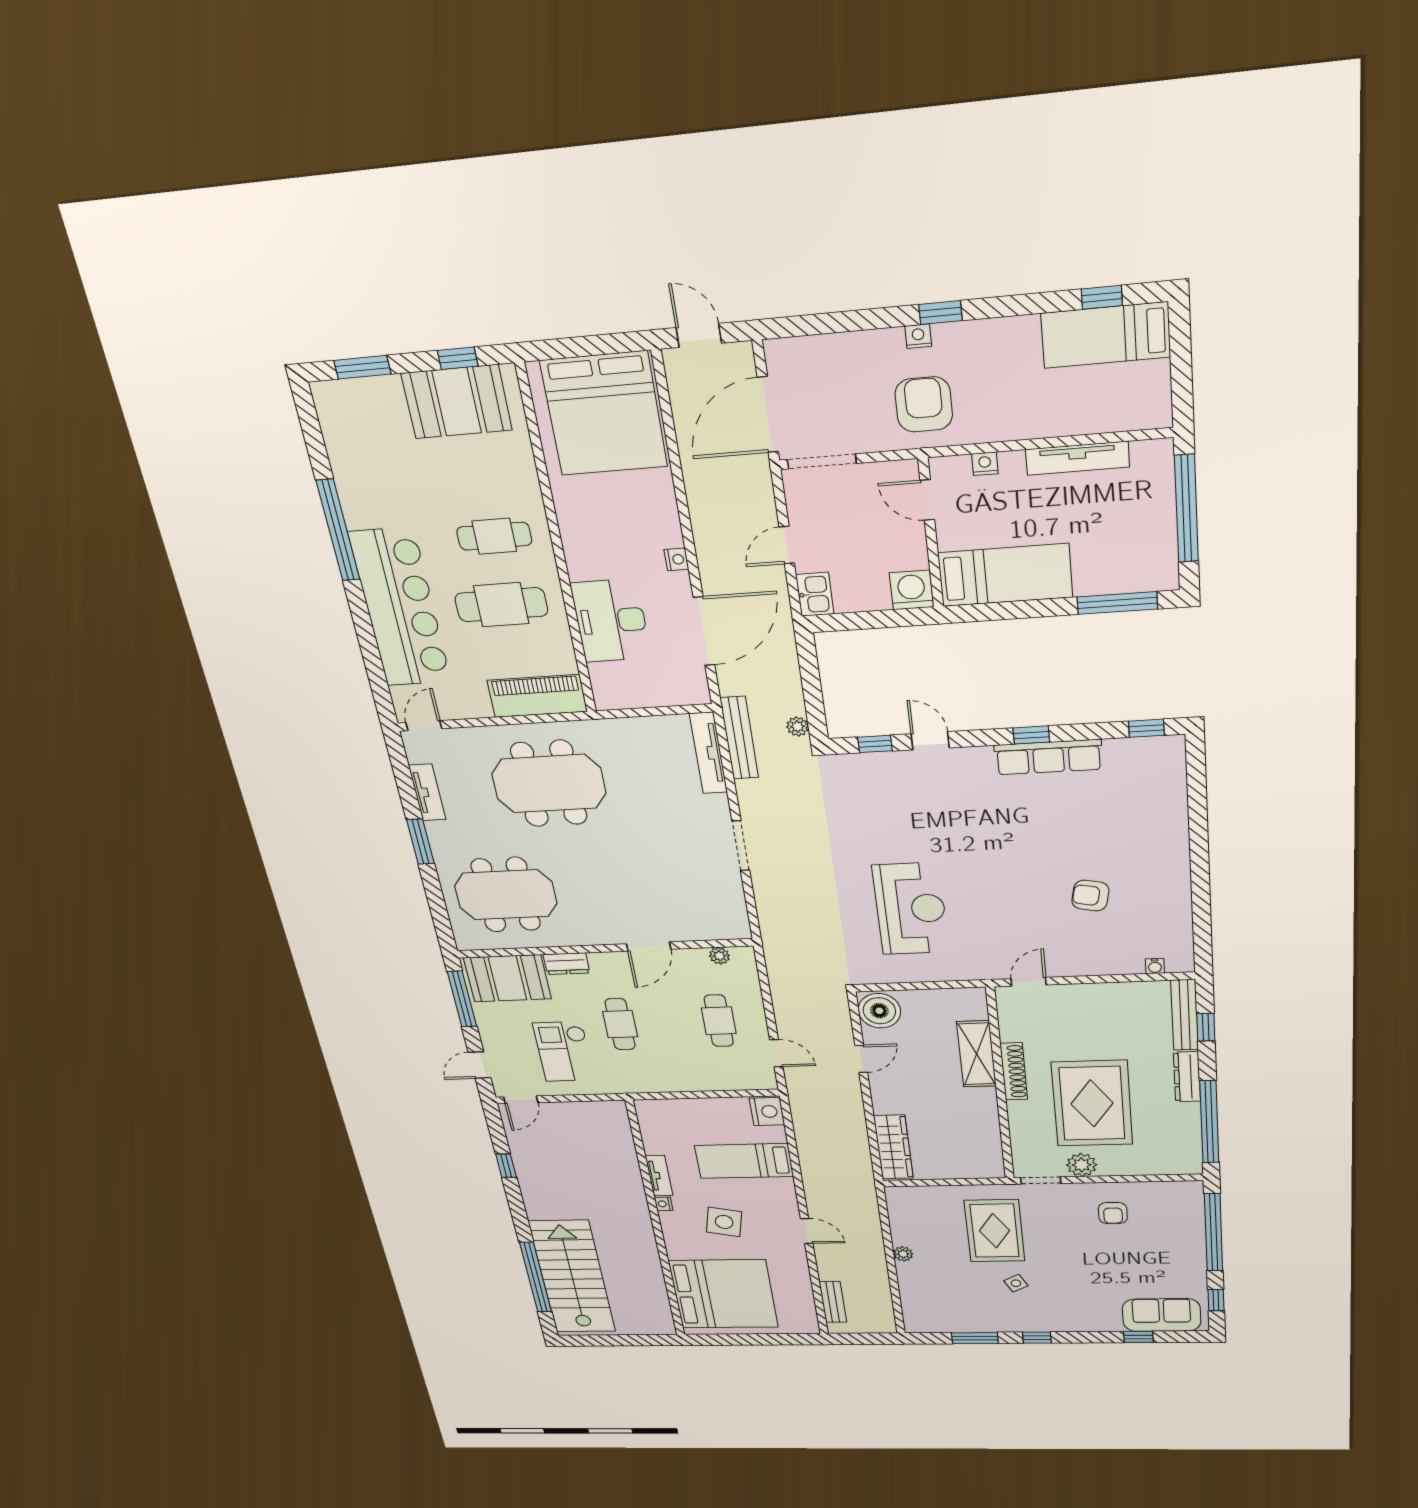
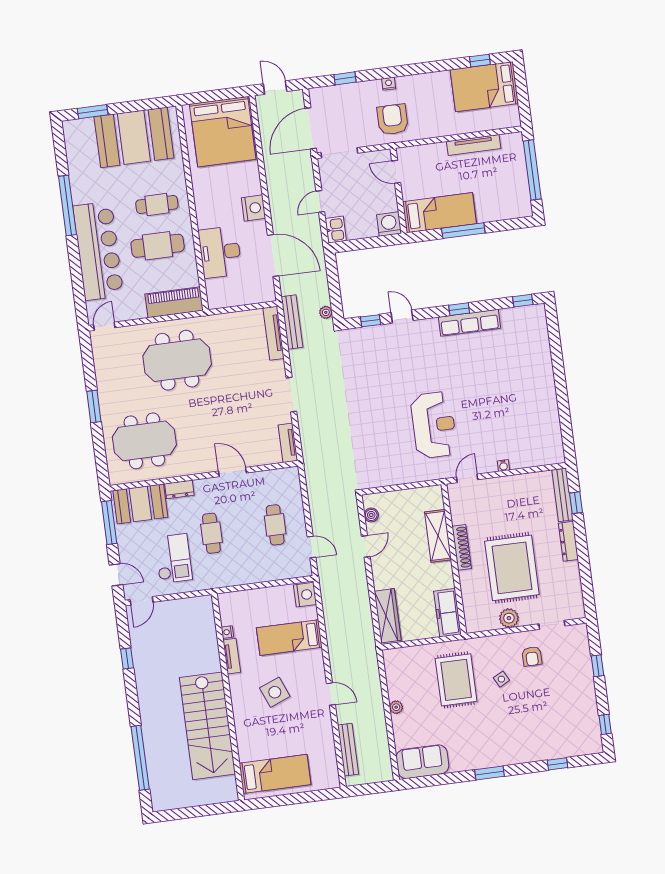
window: (941, 313) -> (345, 78), moved
bed: (1106, 335) -> (484, 87), width x1.50
window: (458, 358) -> (145, 105), removed
booth: (457, 402) -> (134, 137), width x1.36, depth x1.42
nightstand: (985, 464) -> (426, 150), removed
nightstand: (676, 559) -> (254, 208), width x1.89, depth x1.79
window: (1117, 603) -> (463, 231), moved
door: (704, 631) -> (273, 256), hinge flipped
tv unit: (427, 792) -> (288, 443), moved, turned 180
armchair: (1090, 896) -> (500, 414), removed
reception desk: (911, 909) -> (434, 425), moved
door: (649, 946) -> (232, 472), swing flipped
plant: (719, 956) -> (277, 475), removed
water cooler: (1155, 966) -> (503, 466), moved
boiler: (879, 1011) -> (371, 515), width x0.54, depth x0.54
checkout: (564, 1052) -> (173, 559), turned 180
door: (479, 1065) -> (116, 575), swing flipped
window: (1209, 1122) -> (586, 575), removed
freezer: (986, 1151) -> (447, 613), added
doorway: (1041, 1180) -> (552, 625), moved
nightstand: (664, 1204) -> (227, 632), moved
side table: (724, 1222) -> (275, 692), turned -34
window: (1213, 1232) -> (597, 666), width x0.32
stairs: (572, 1277) -> (207, 726), moved, turned 180
side table: (1016, 1283) -> (501, 679), moved
bed: (723, 1294) -> (275, 774), width x0.49
bench: (833, 1302) -> (348, 750), width x1.36
sofa: (1162, 1315) -> (422, 762), moved
window: (975, 1338) -> (447, 778), removed
window: (1037, 1338) -> (489, 773), width x1.50

